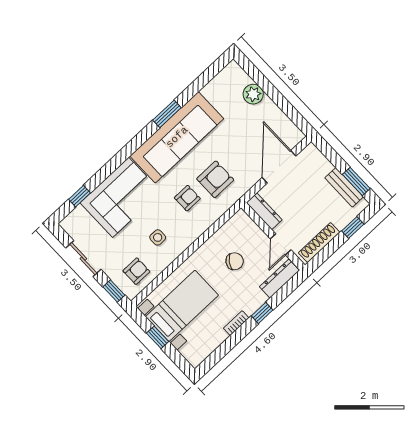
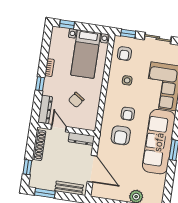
bench: (344, 187) -> (69, 188), moved
window: (158, 337) -> (67, 24), moved

